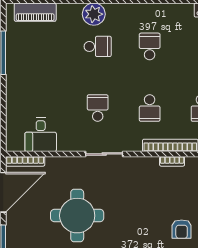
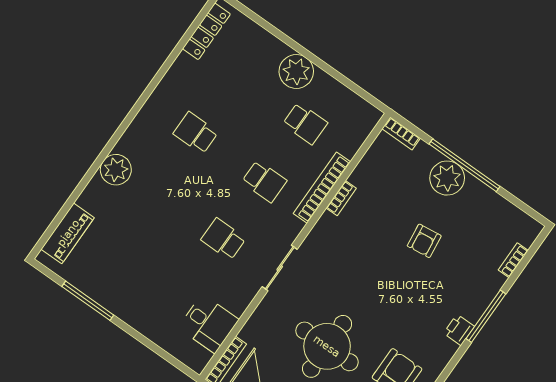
school desk: (98, 46) -> (155, 191), removed
armchair: (182, 229) -> (424, 241), turned 83

